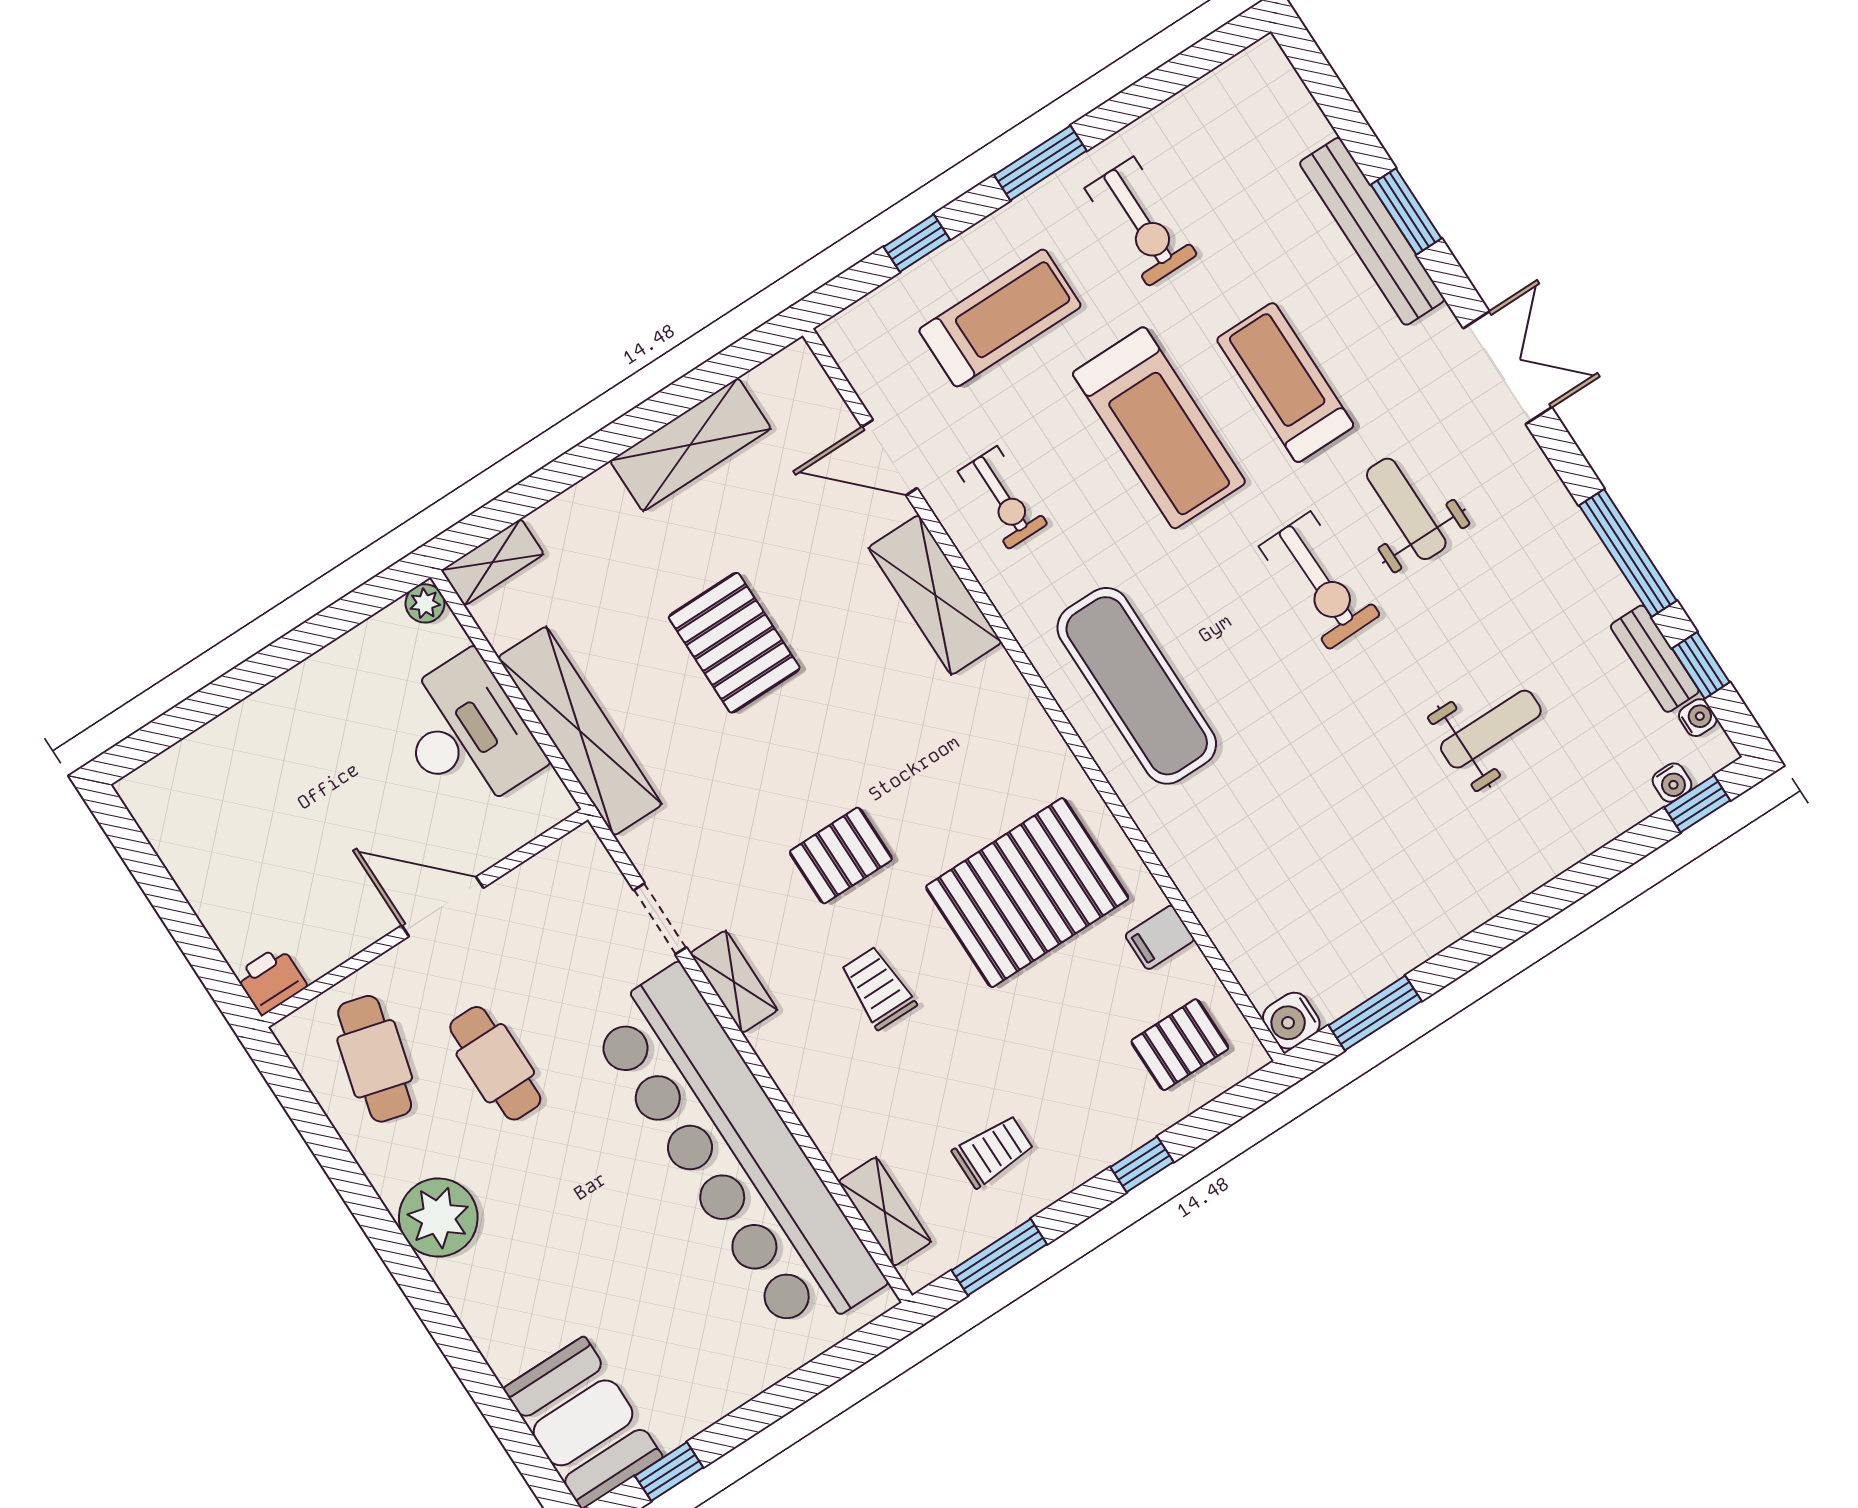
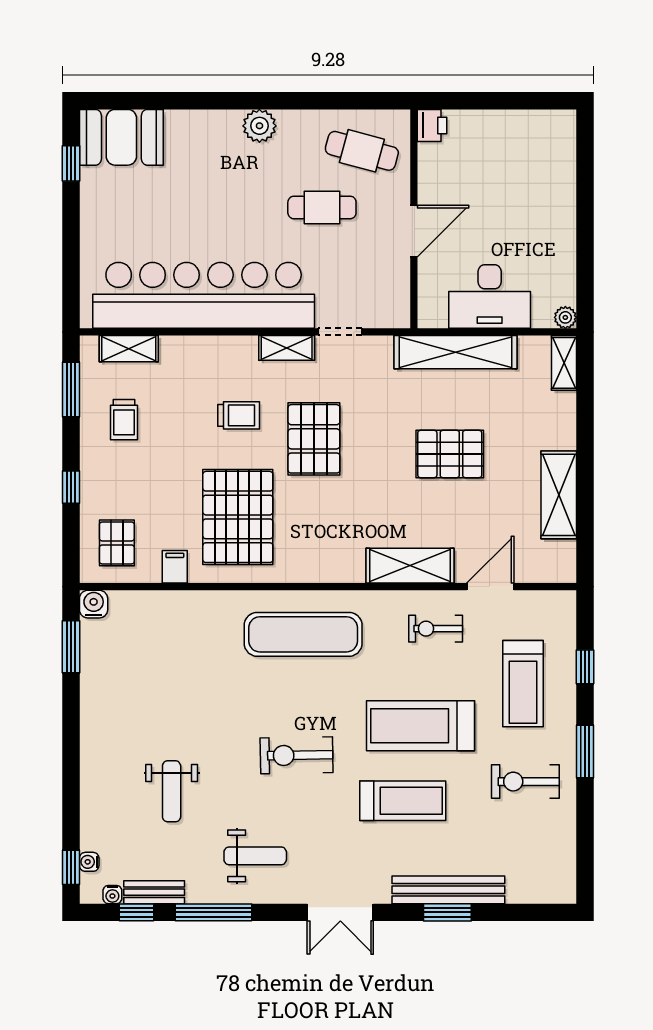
weight bench: (1406, 509) -> (255, 856), moved
pallet: (841, 855) -> (314, 439), width x1.50, depth x1.42
plant: (438, 1218) -> (259, 126), width x0.73, depth x0.73

